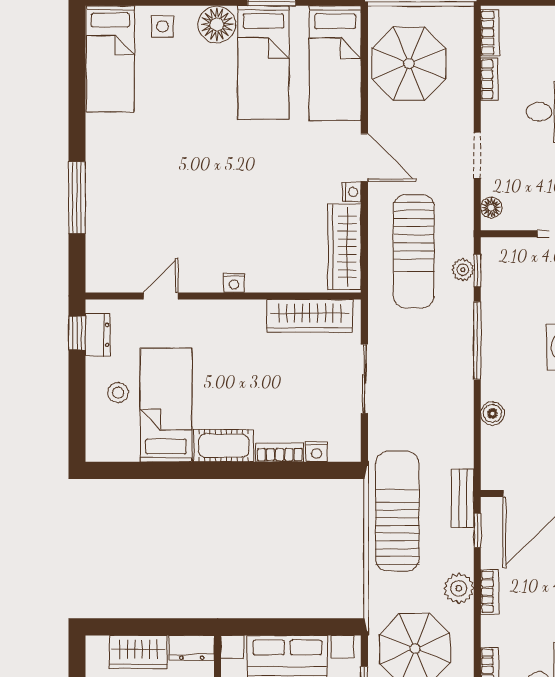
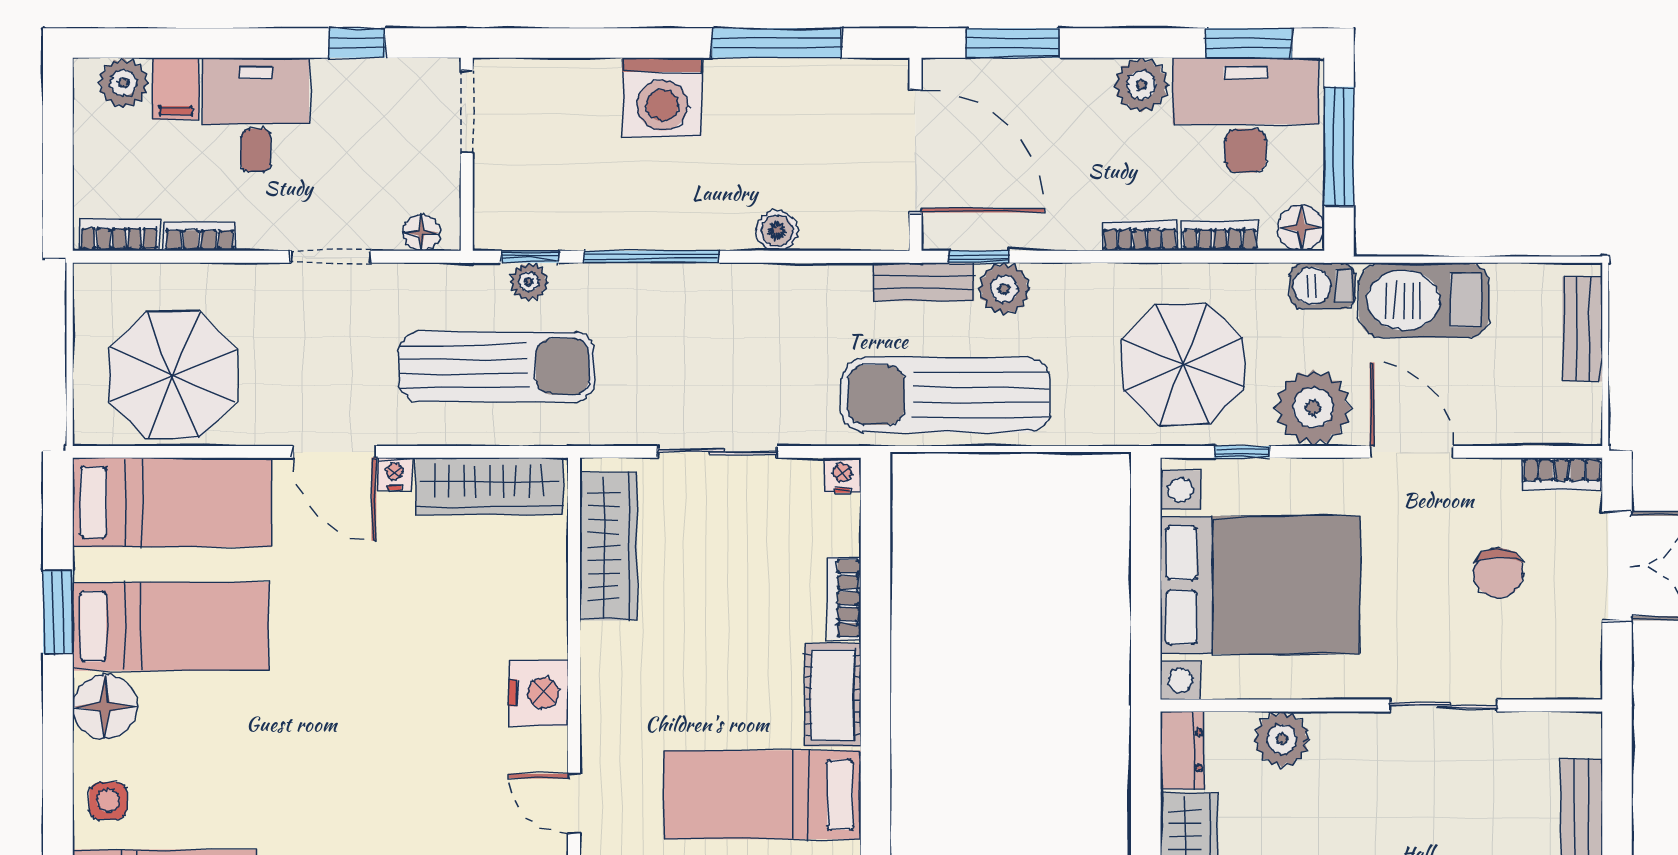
door: (364, 157) -> (335, 452), swing flipped
nightstand: (234, 283) -> (538, 693), width x1.89, depth x1.79
nightstand: (317, 452) -> (842, 475), moved, turned -90
plant: (459, 588) -> (1004, 289), moved
bookcase: (490, 592) -> (1140, 236), moved

